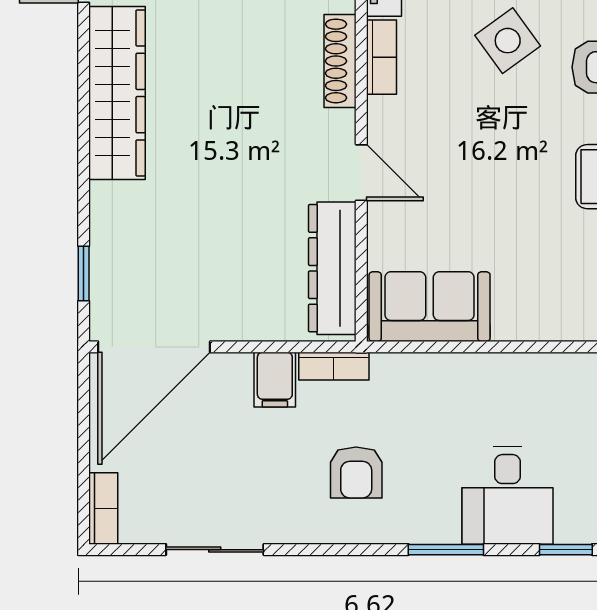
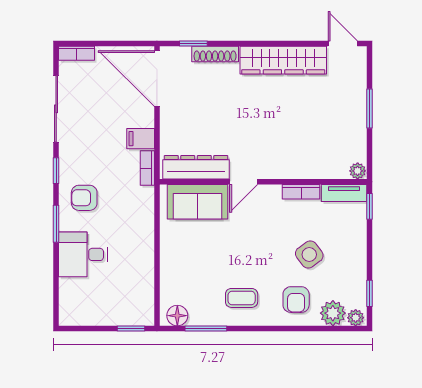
shoe rack: (340, 61) -> (215, 54), moved, turned 180
sofa: (430, 307) -> (197, 202), moved, turned 90
armchair: (356, 472) -> (84, 198), moved
sliding door: (215, 550) -> (56, 109), width x1.37
window: (566, 550) -> (56, 171), moved

